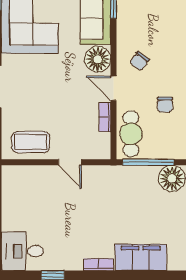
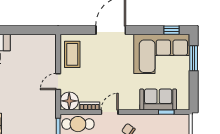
floor lamp: (98, 59) -> (69, 101), moved

